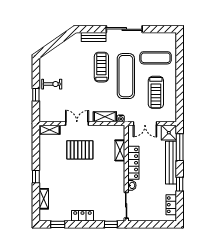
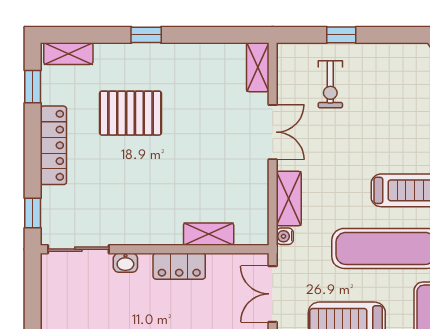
exercise bike: (52, 84) -> (330, 84), moved
pallet: (80, 150) -> (131, 113), moved, turned 90
locker: (133, 163) -> (179, 266), width x0.66
shelving: (44, 199) -> (68, 54), moved
locker: (82, 216) -> (53, 145), width x1.53

